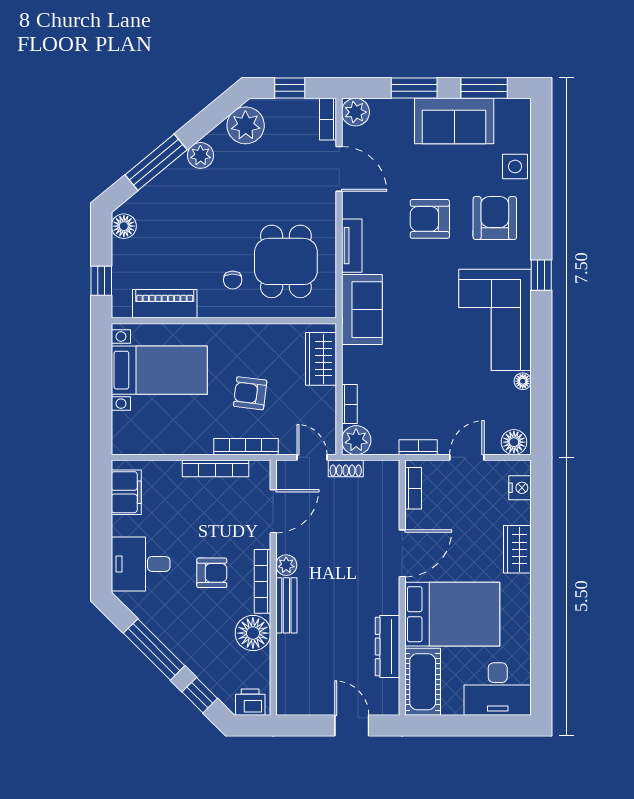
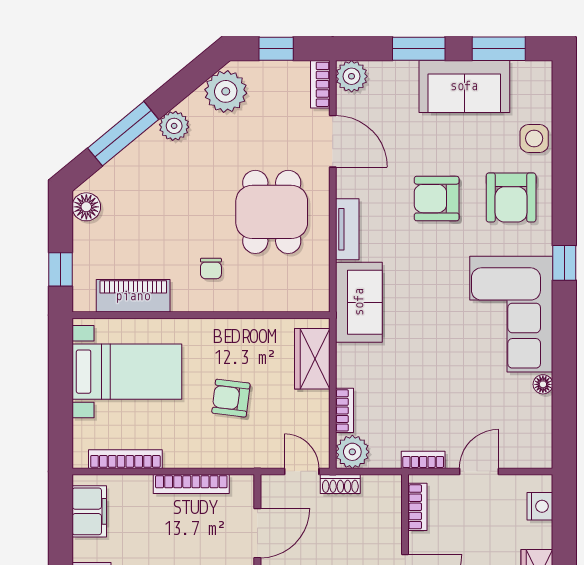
armchair: (495, 218) -> (511, 198), turned 180
dining table: (286, 261) -> (272, 212), moved
floor lamp: (514, 442) -> (533, 454), removed
bookcase: (246, 447) -> (125, 459), moved

